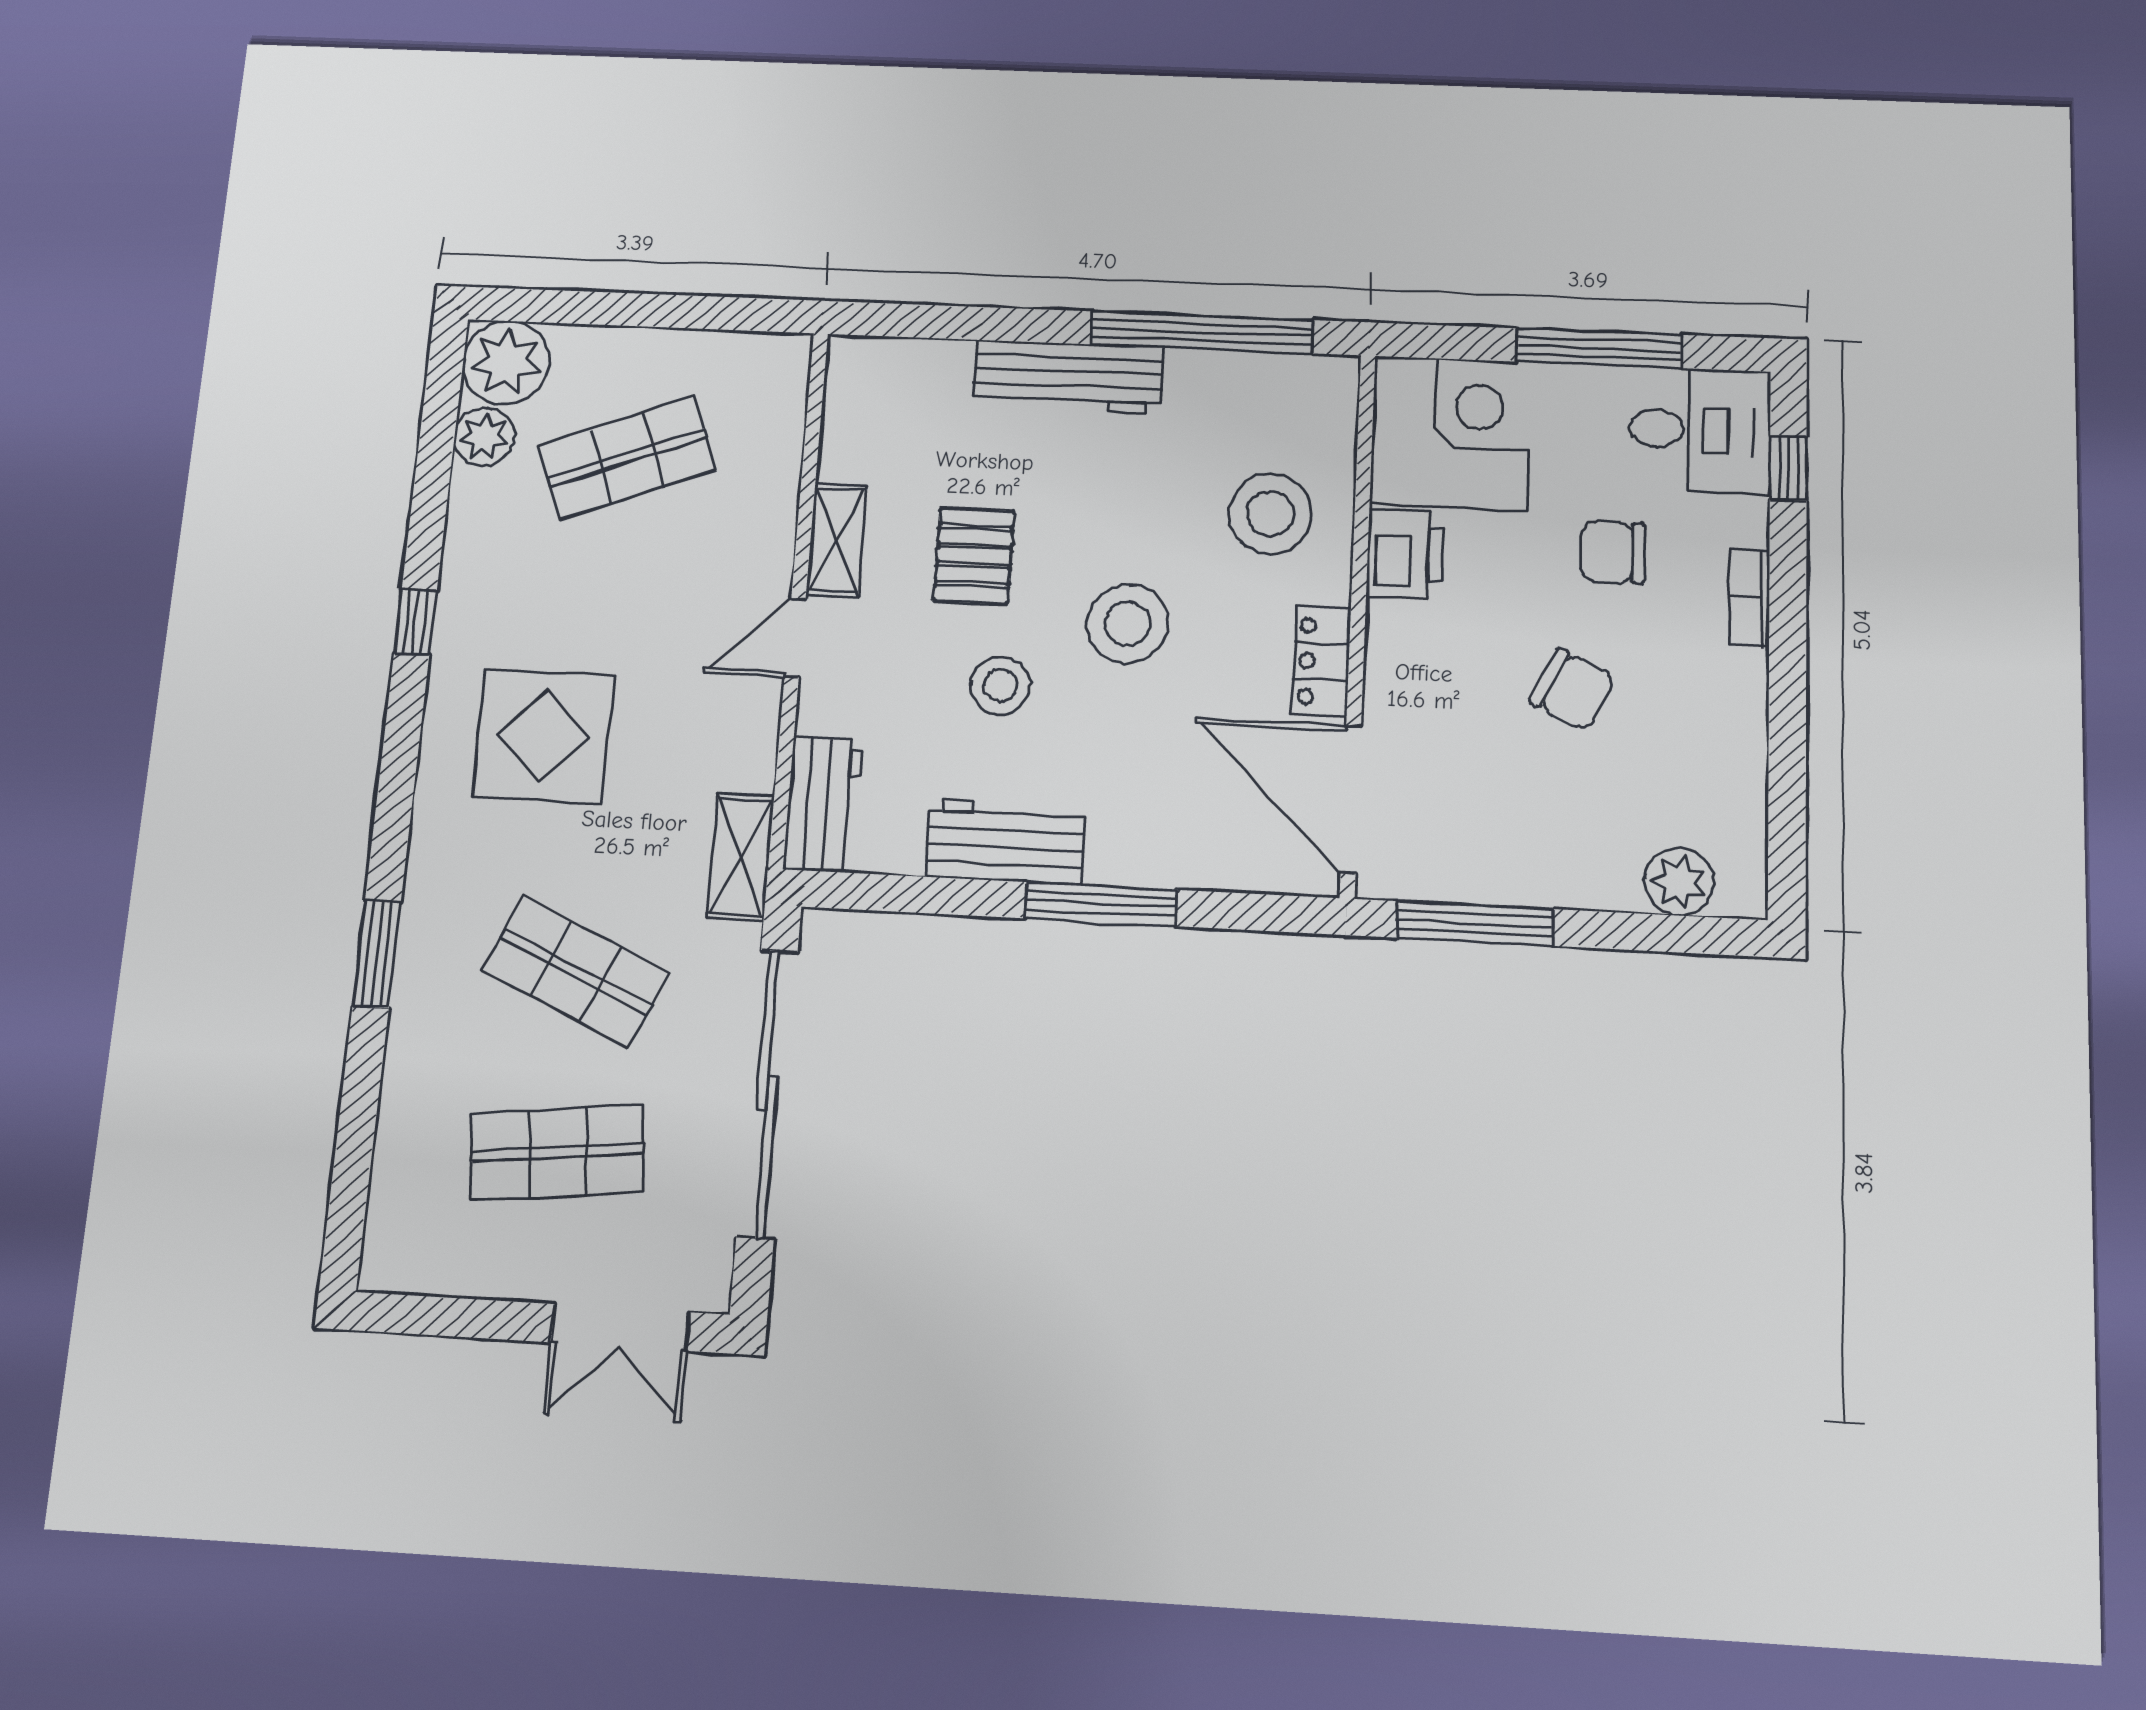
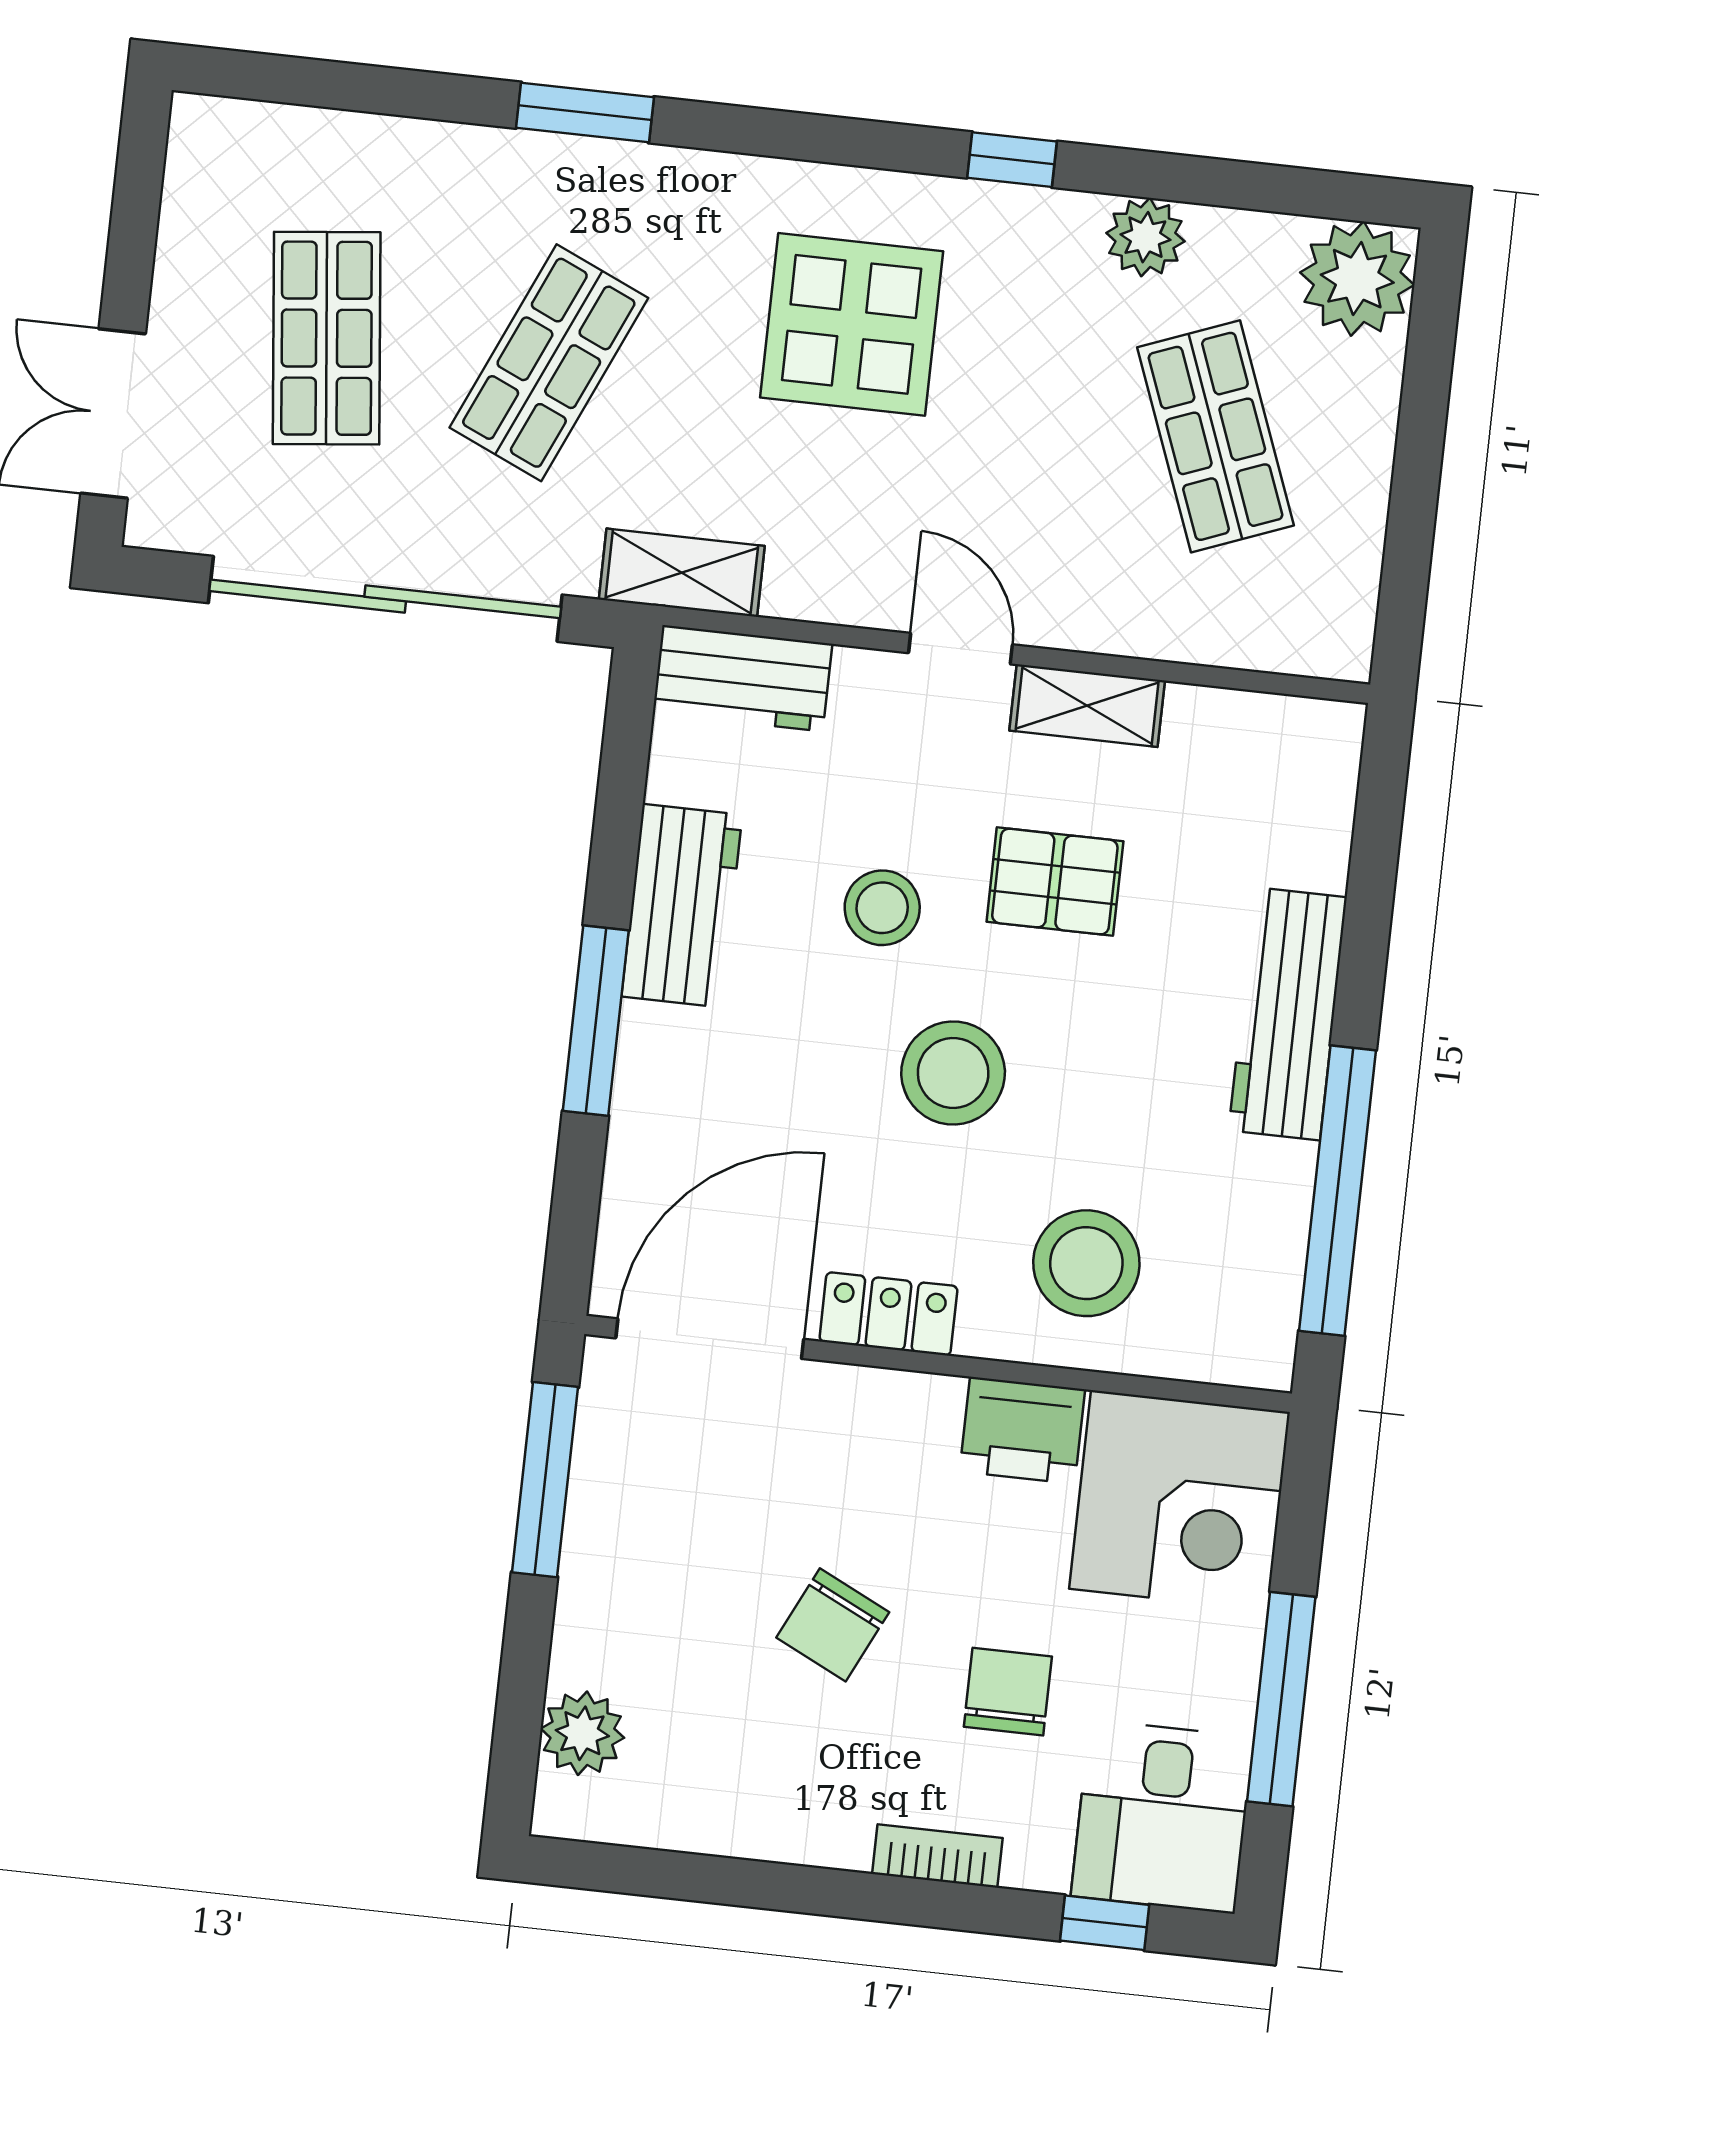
plant: (484, 437) -> (1145, 237), moved

